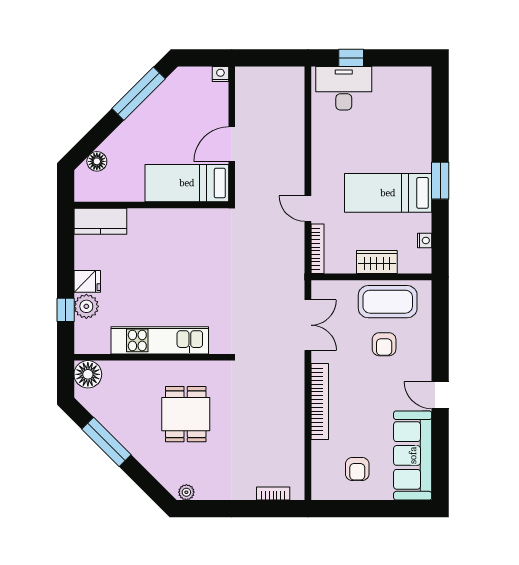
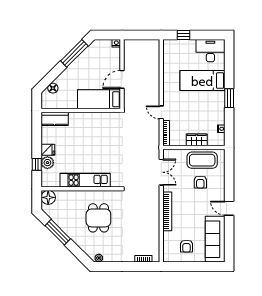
desk: (344, 88) -> (210, 51), moved
bed: (388, 193) -> (202, 81), moved

